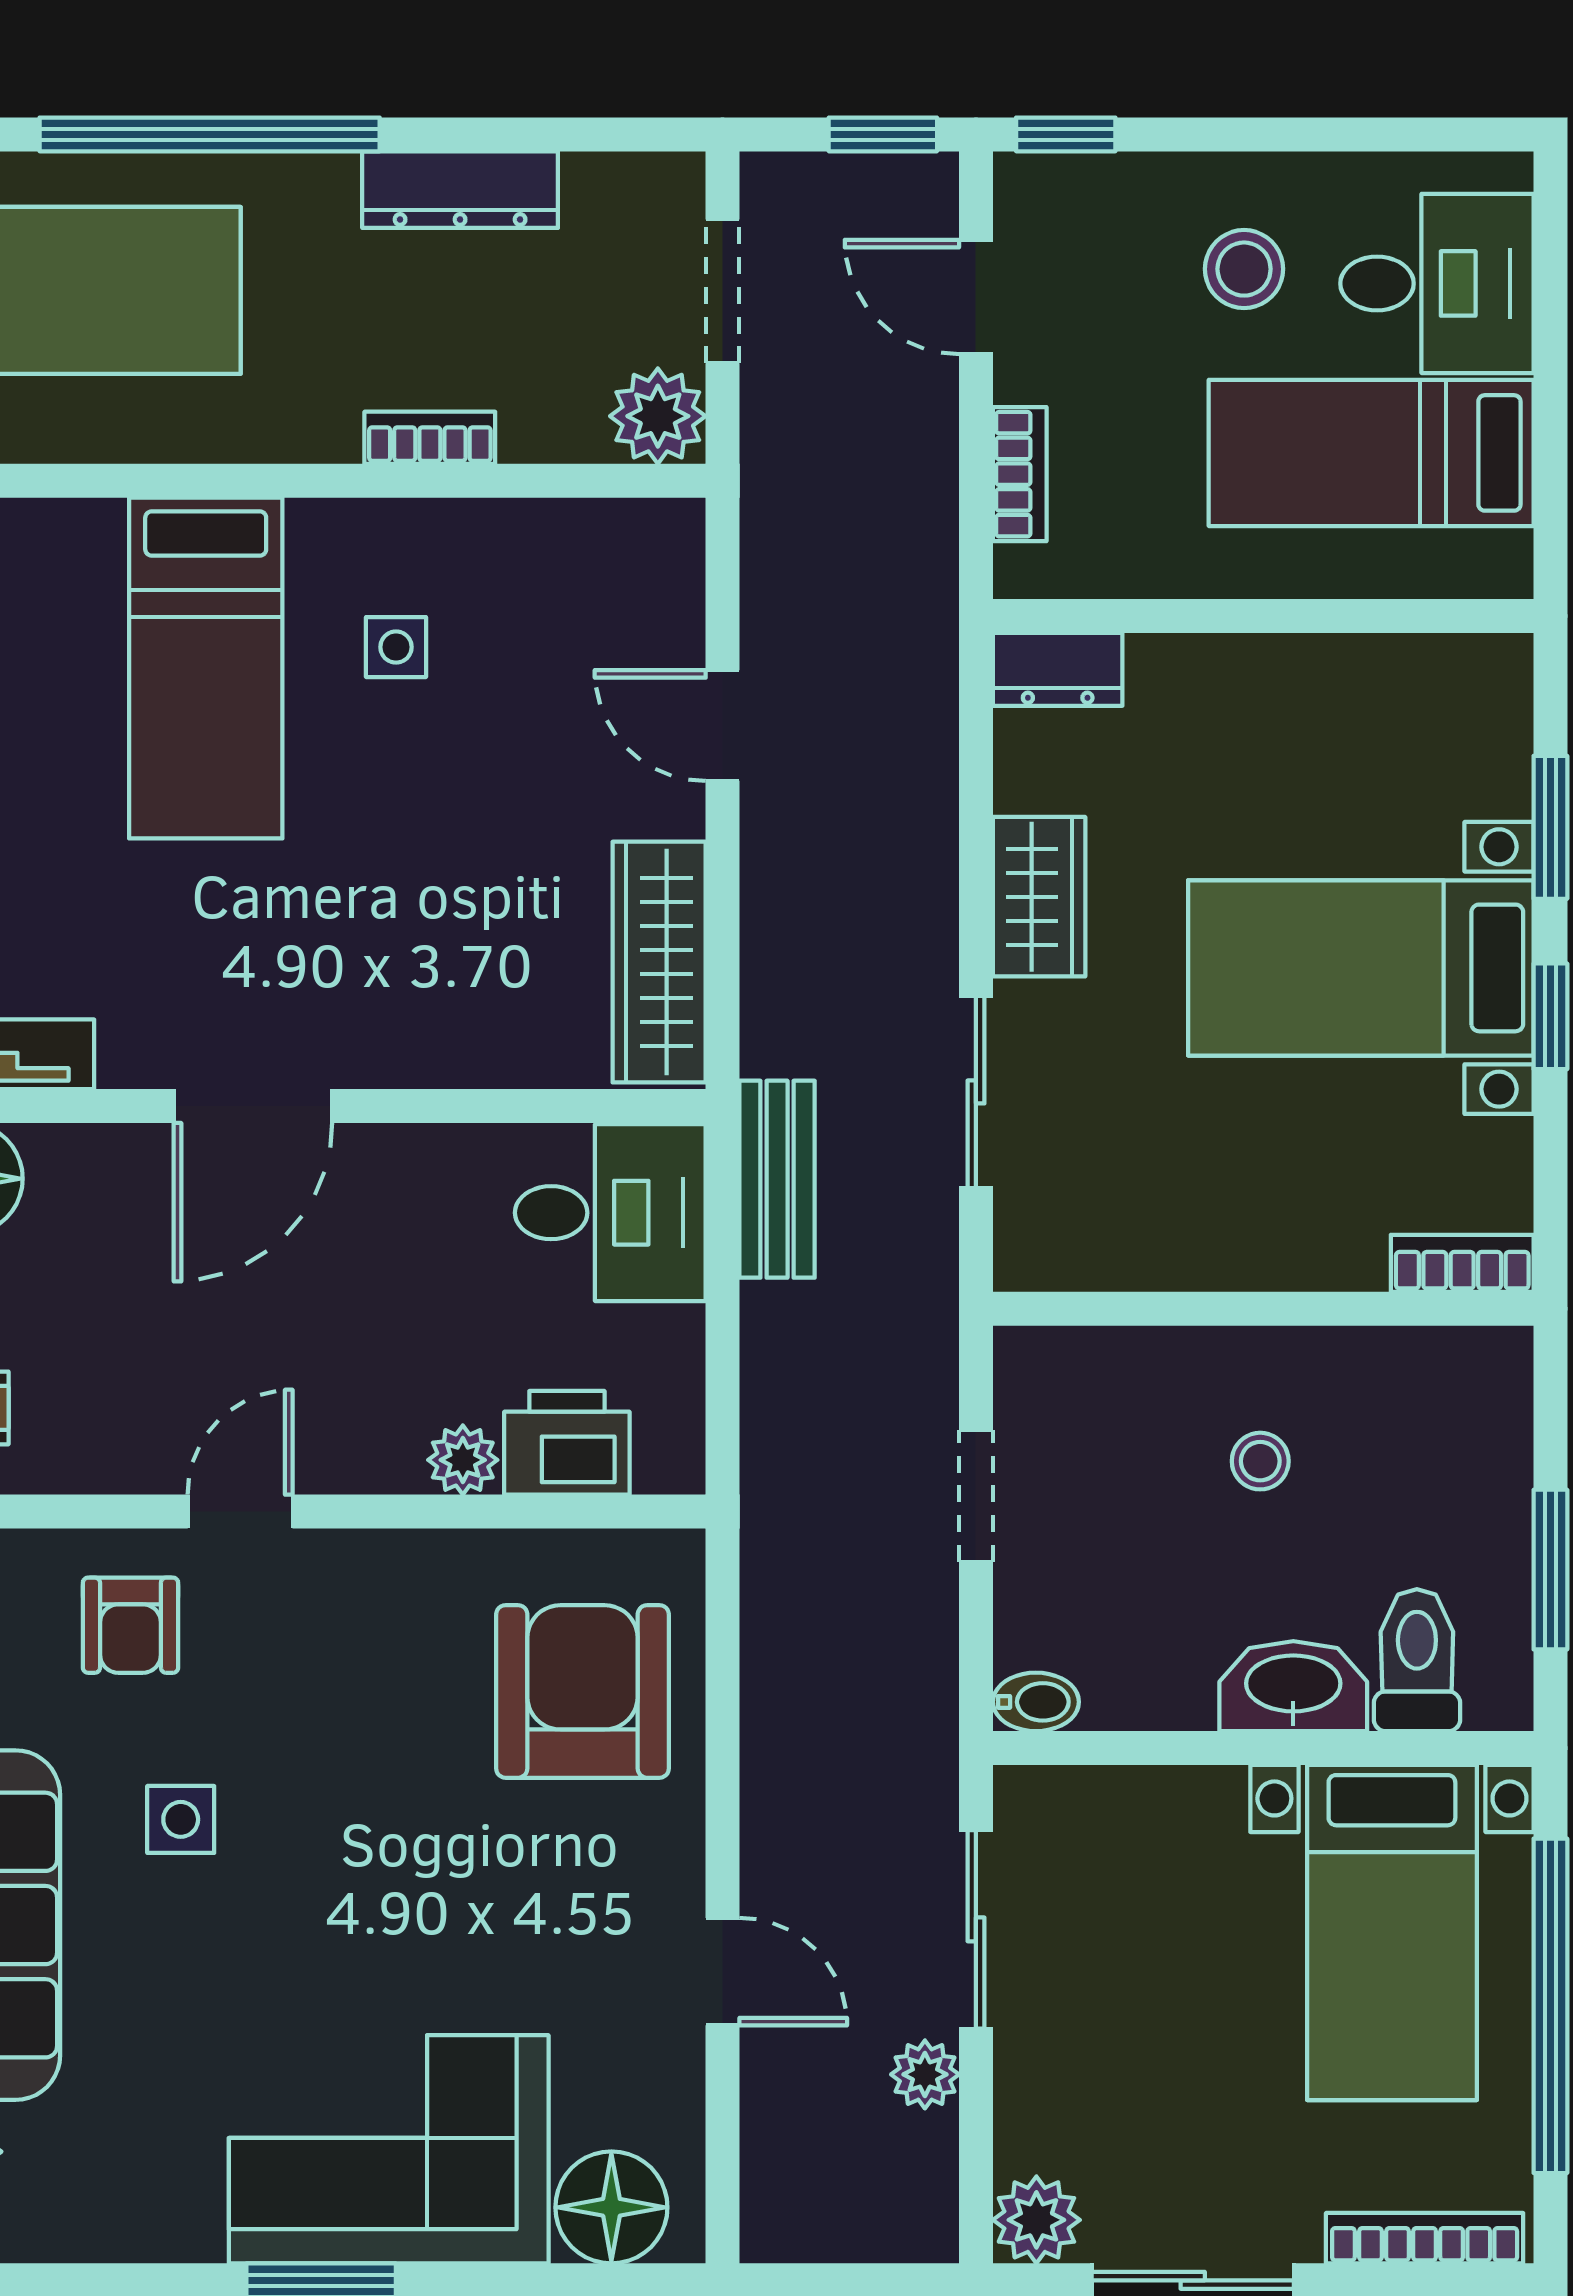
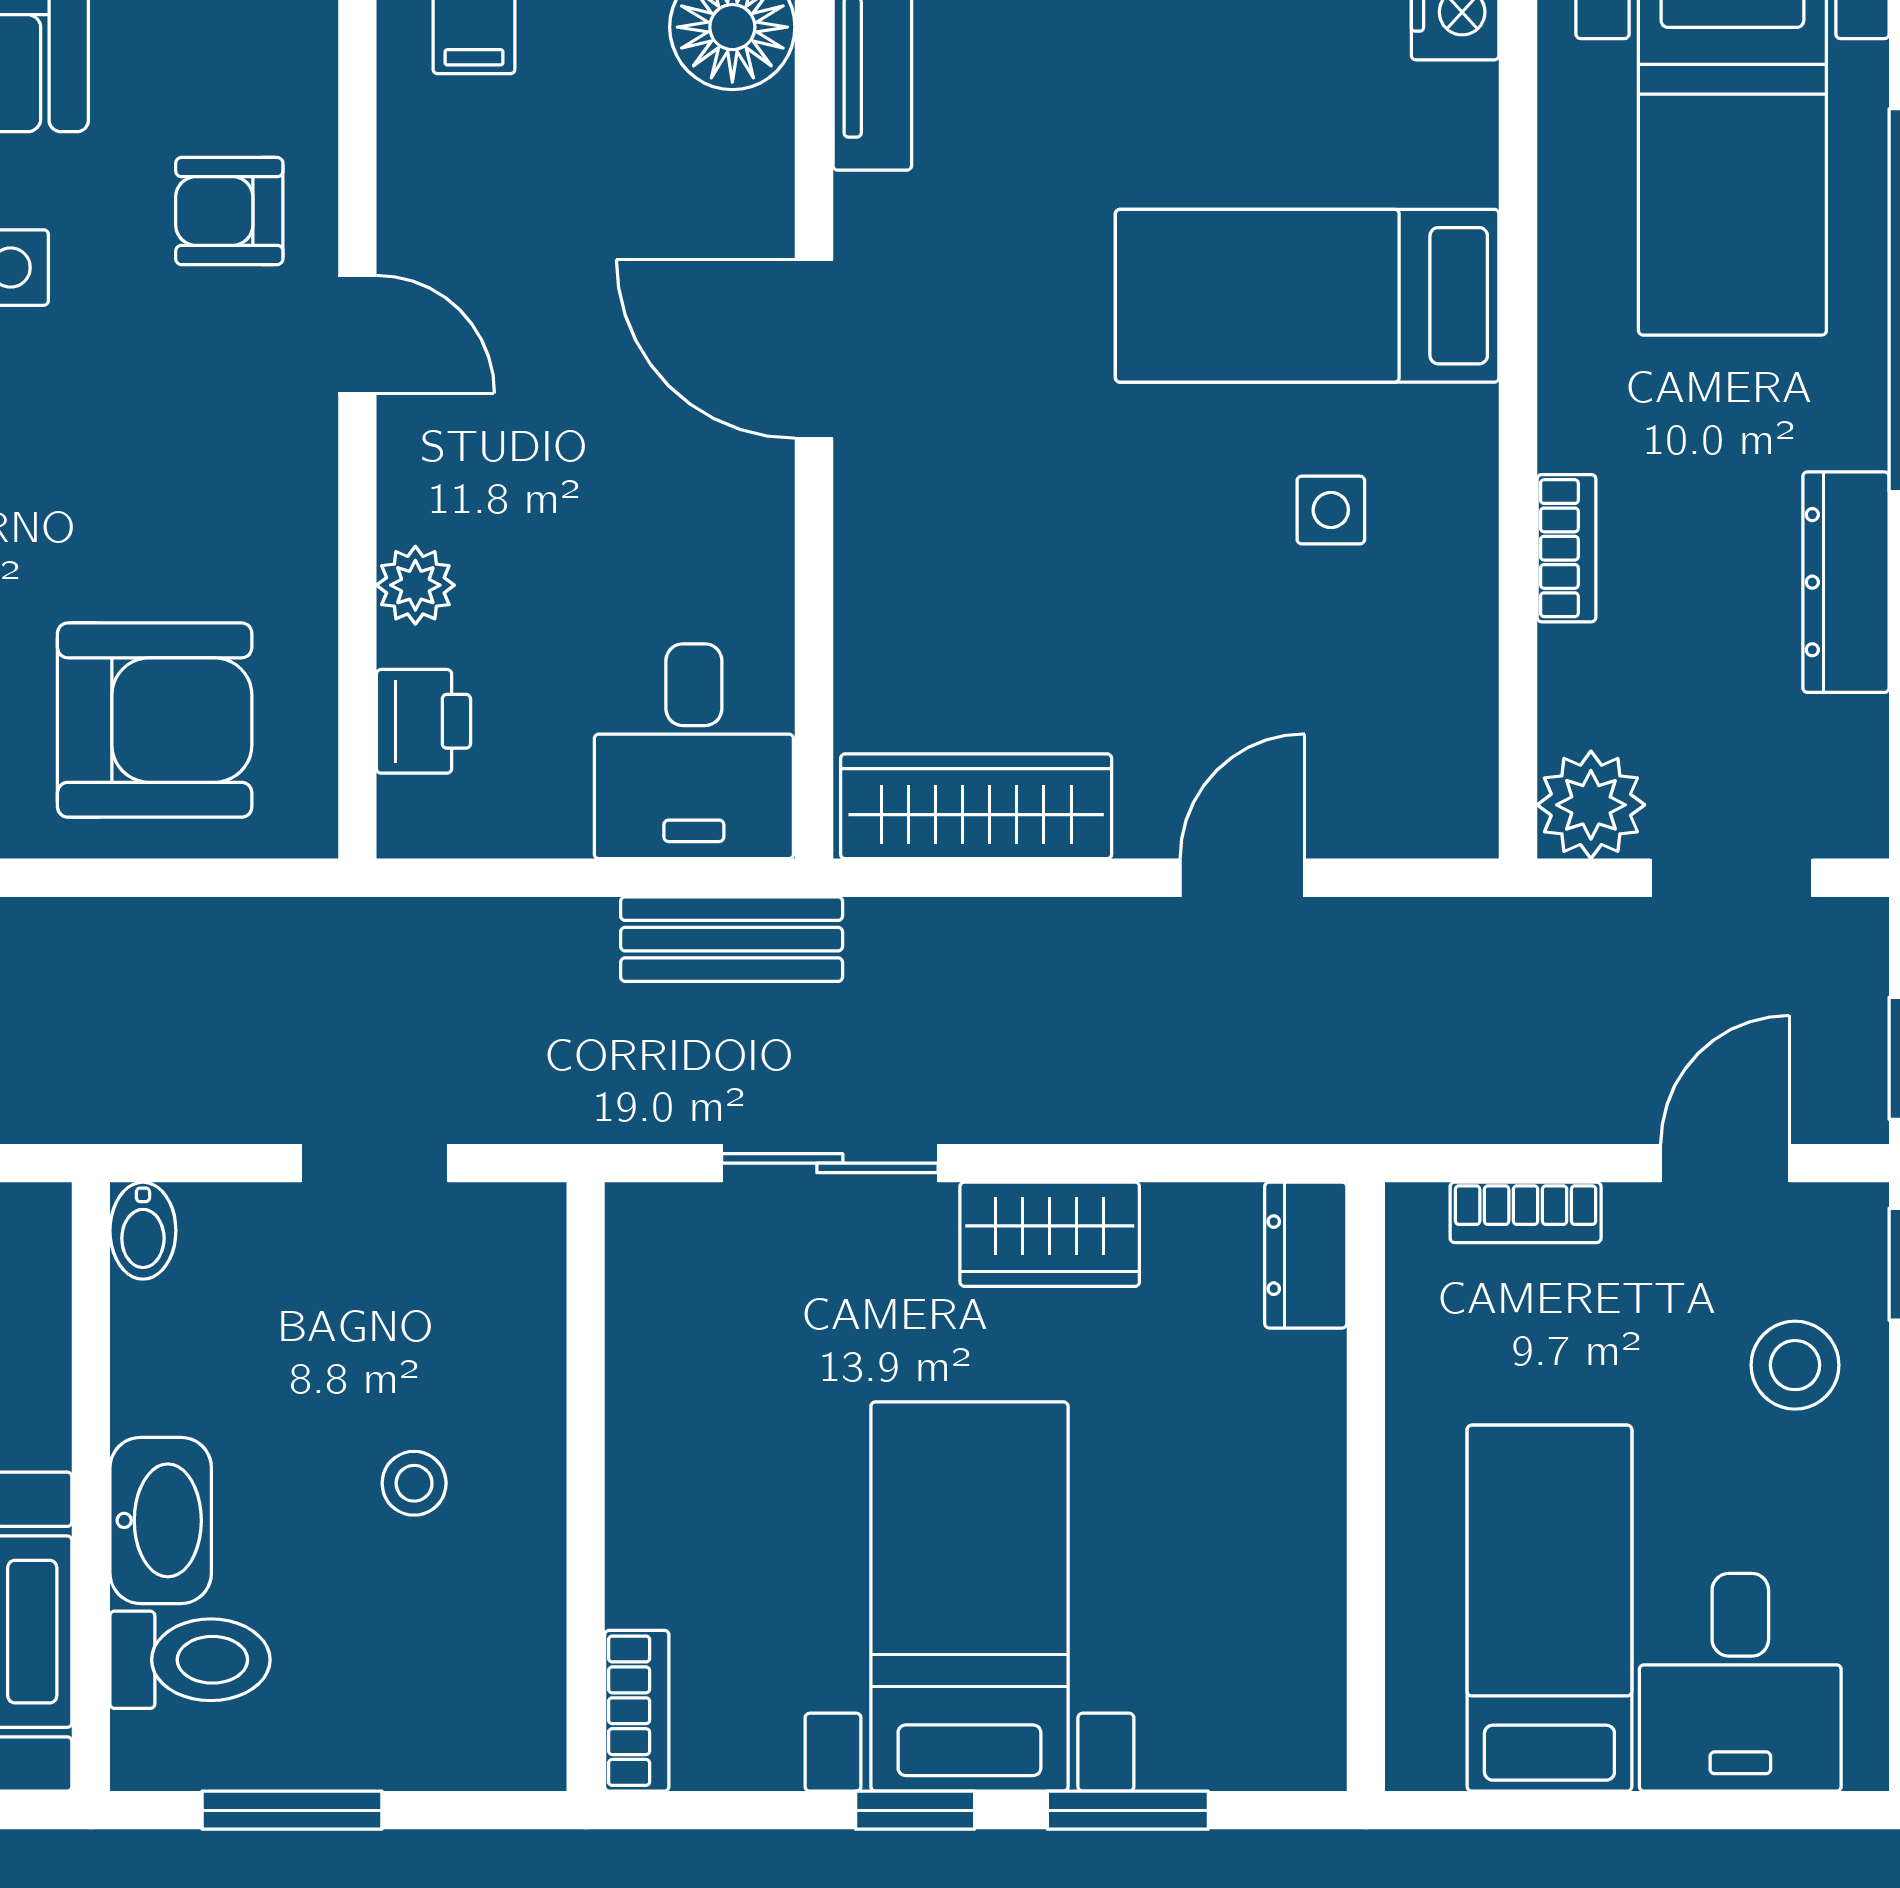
stool: (1244, 269) -> (1795, 1365), moved
printer: (567, 1443) -> (423, 721), width x0.73, depth x0.81

